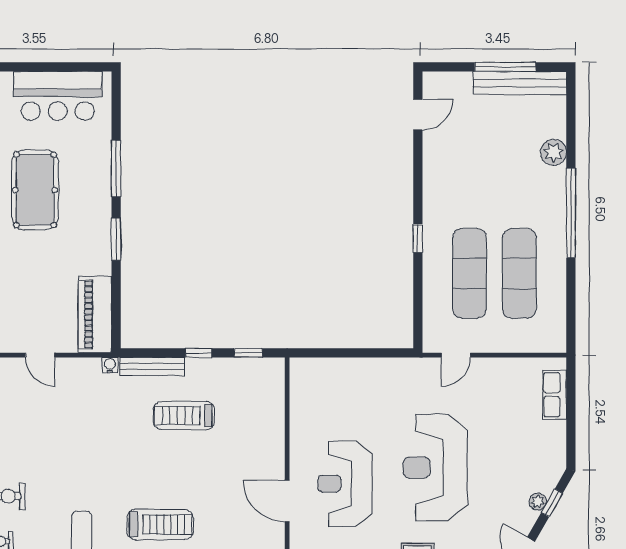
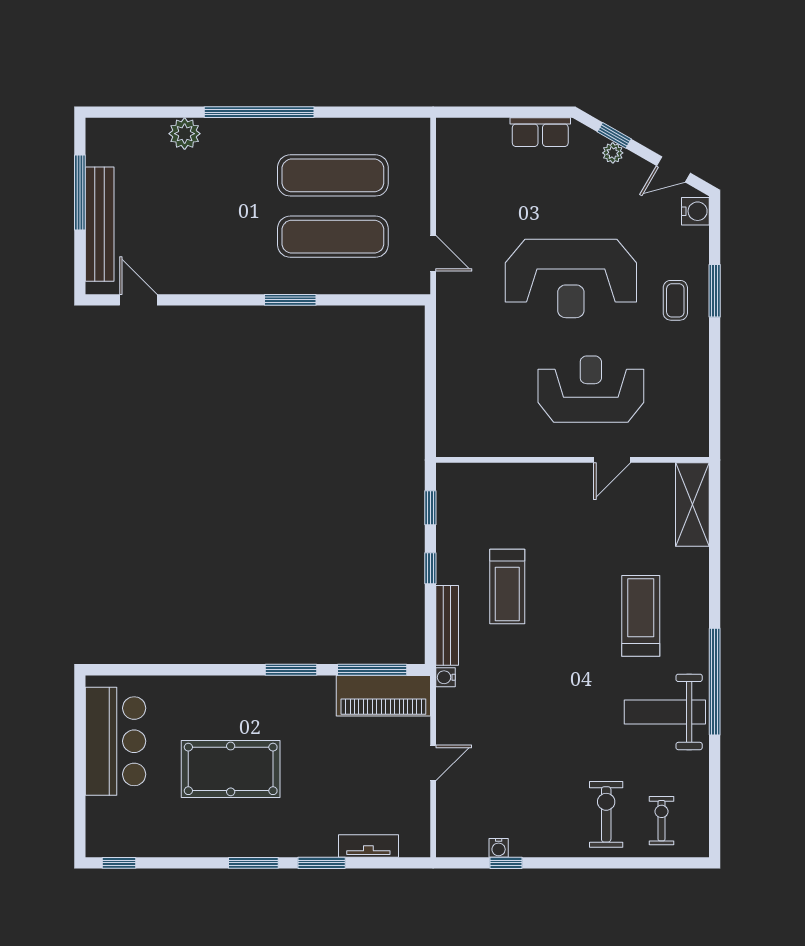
bench: (520, 83) -> (100, 224), moved
window: (116, 169) -> (372, 670), moved
window: (418, 238) -> (290, 300), width x1.50
row of seats: (555, 395) -> (540, 132), moved
reception desk: (345, 484) -> (591, 389), turned 180
door: (287, 501) -> (612, 460), width x0.73

